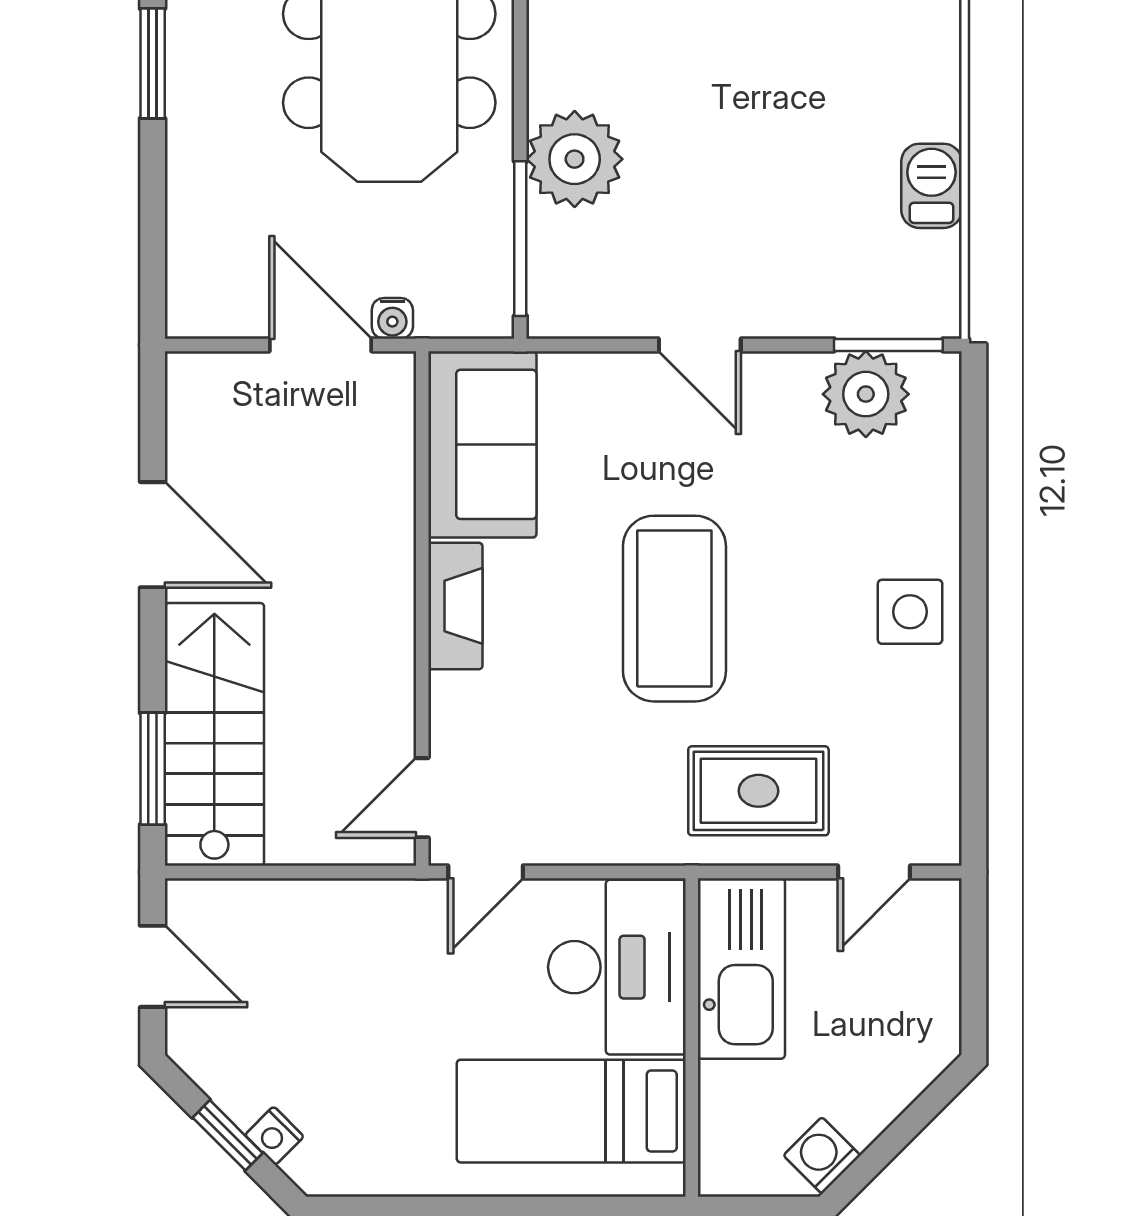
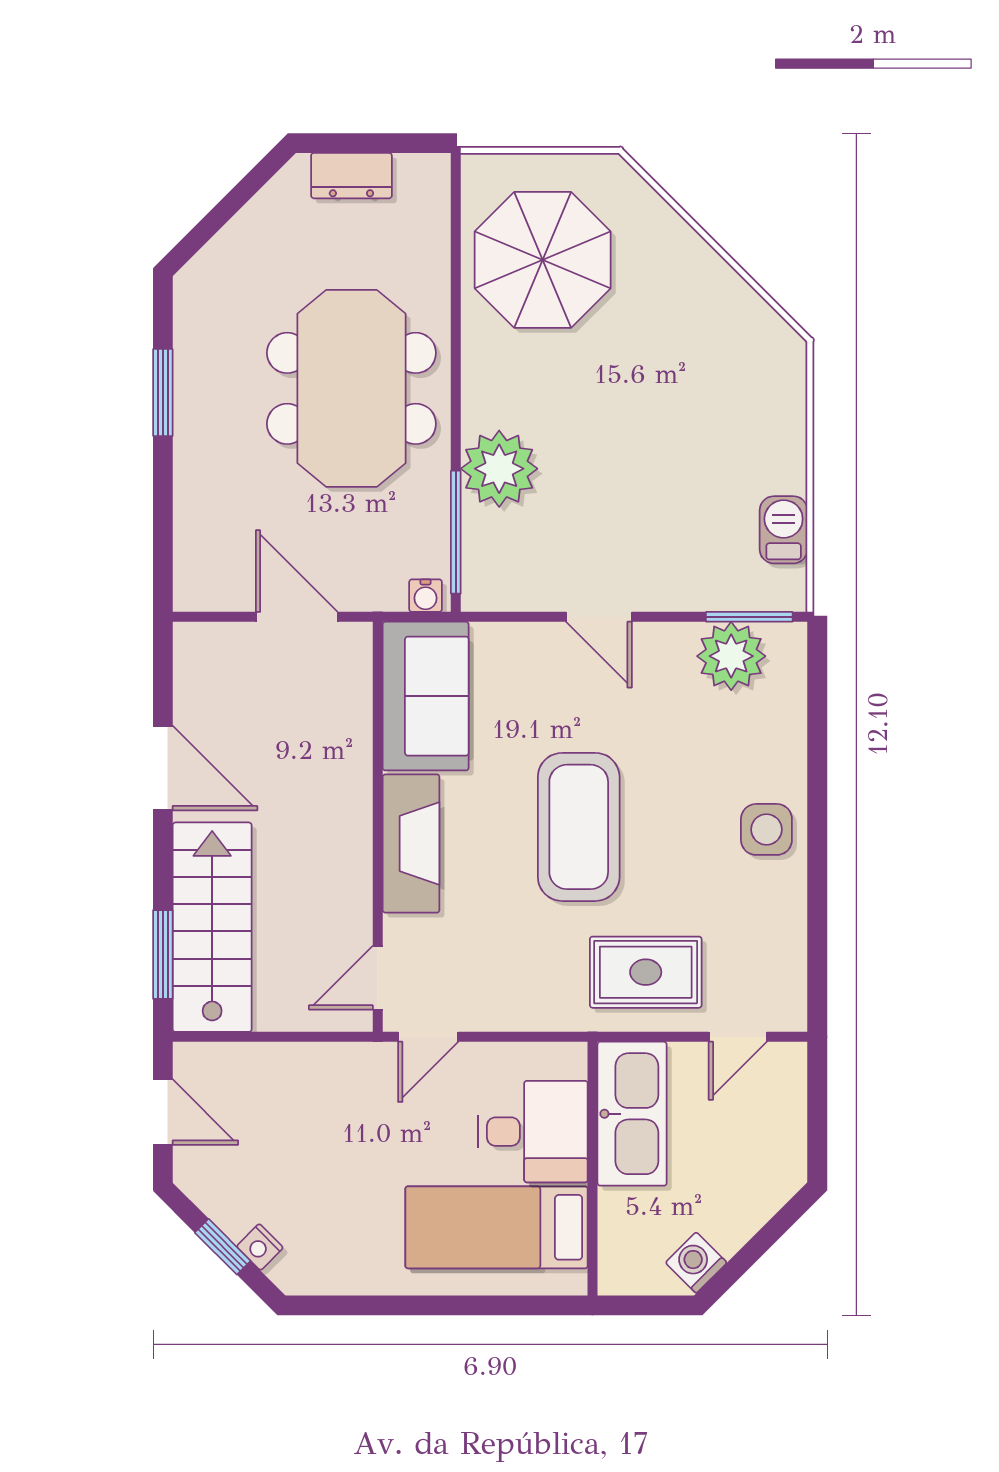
barbecue: (931, 186) -> (784, 530), moved
water cooler: (392, 318) -> (426, 596), moved
fireplace: (455, 606) -> (411, 843), width x1.37, depth x1.32
desk: (617, 967) -> (533, 1132), width x0.73

